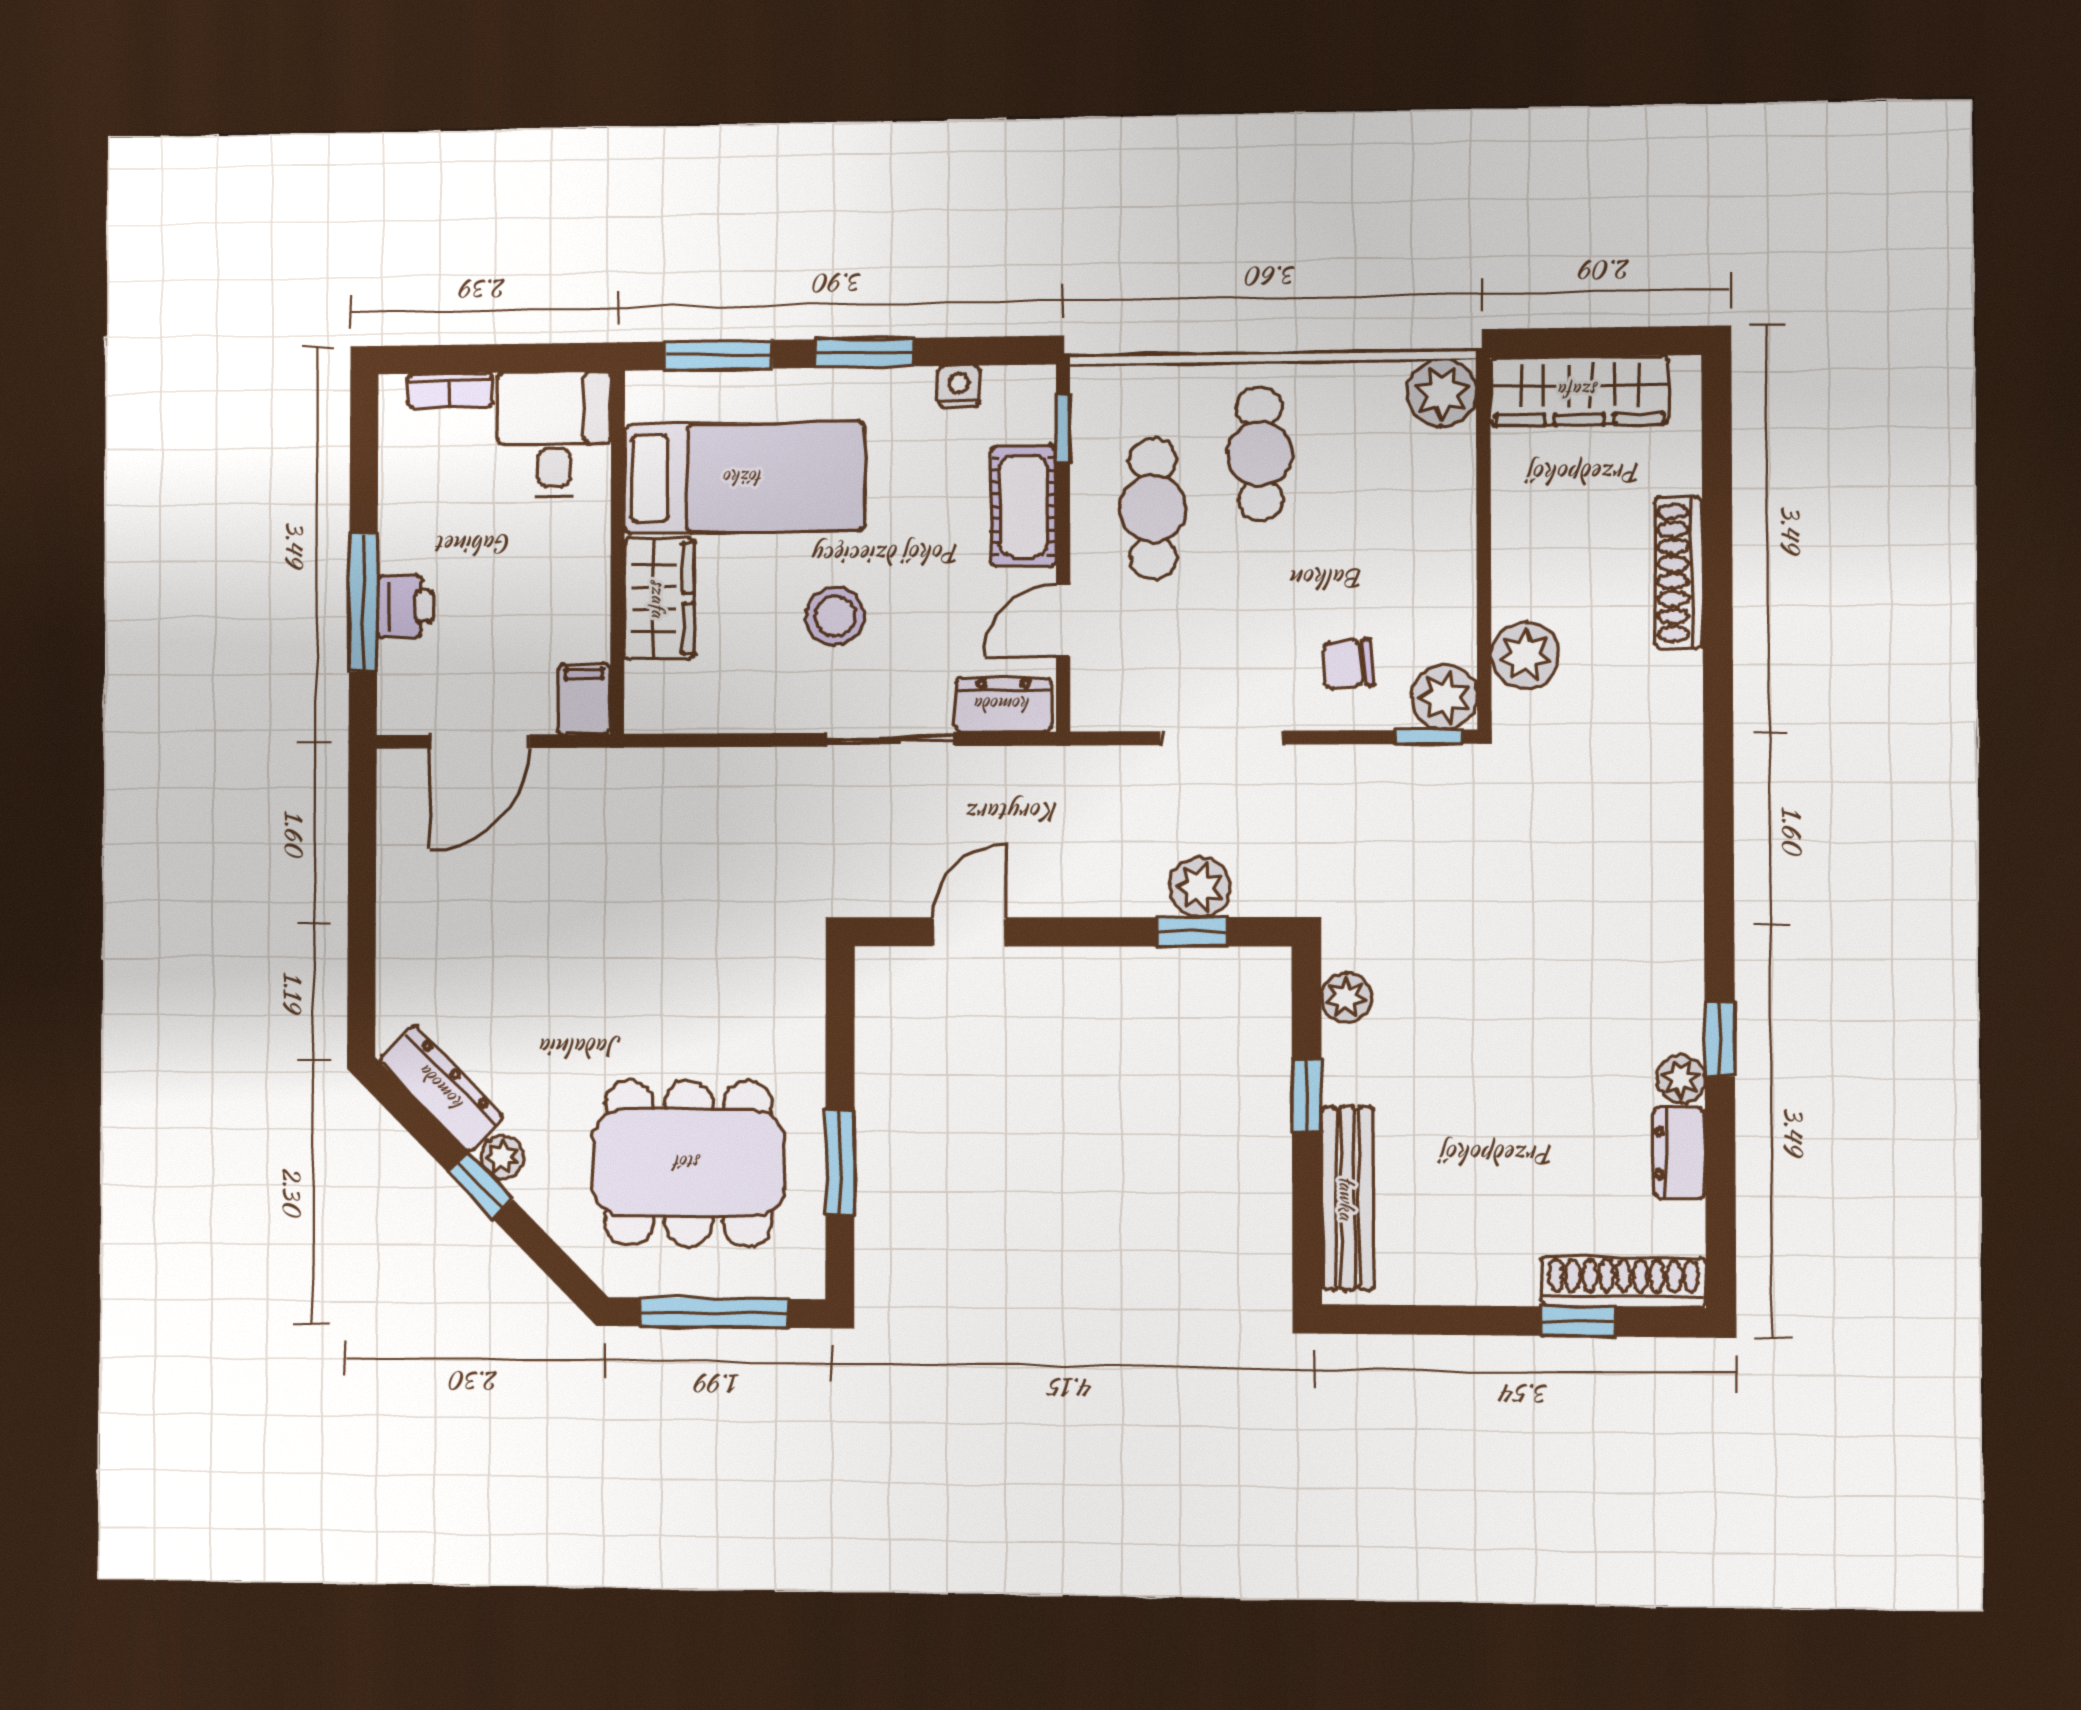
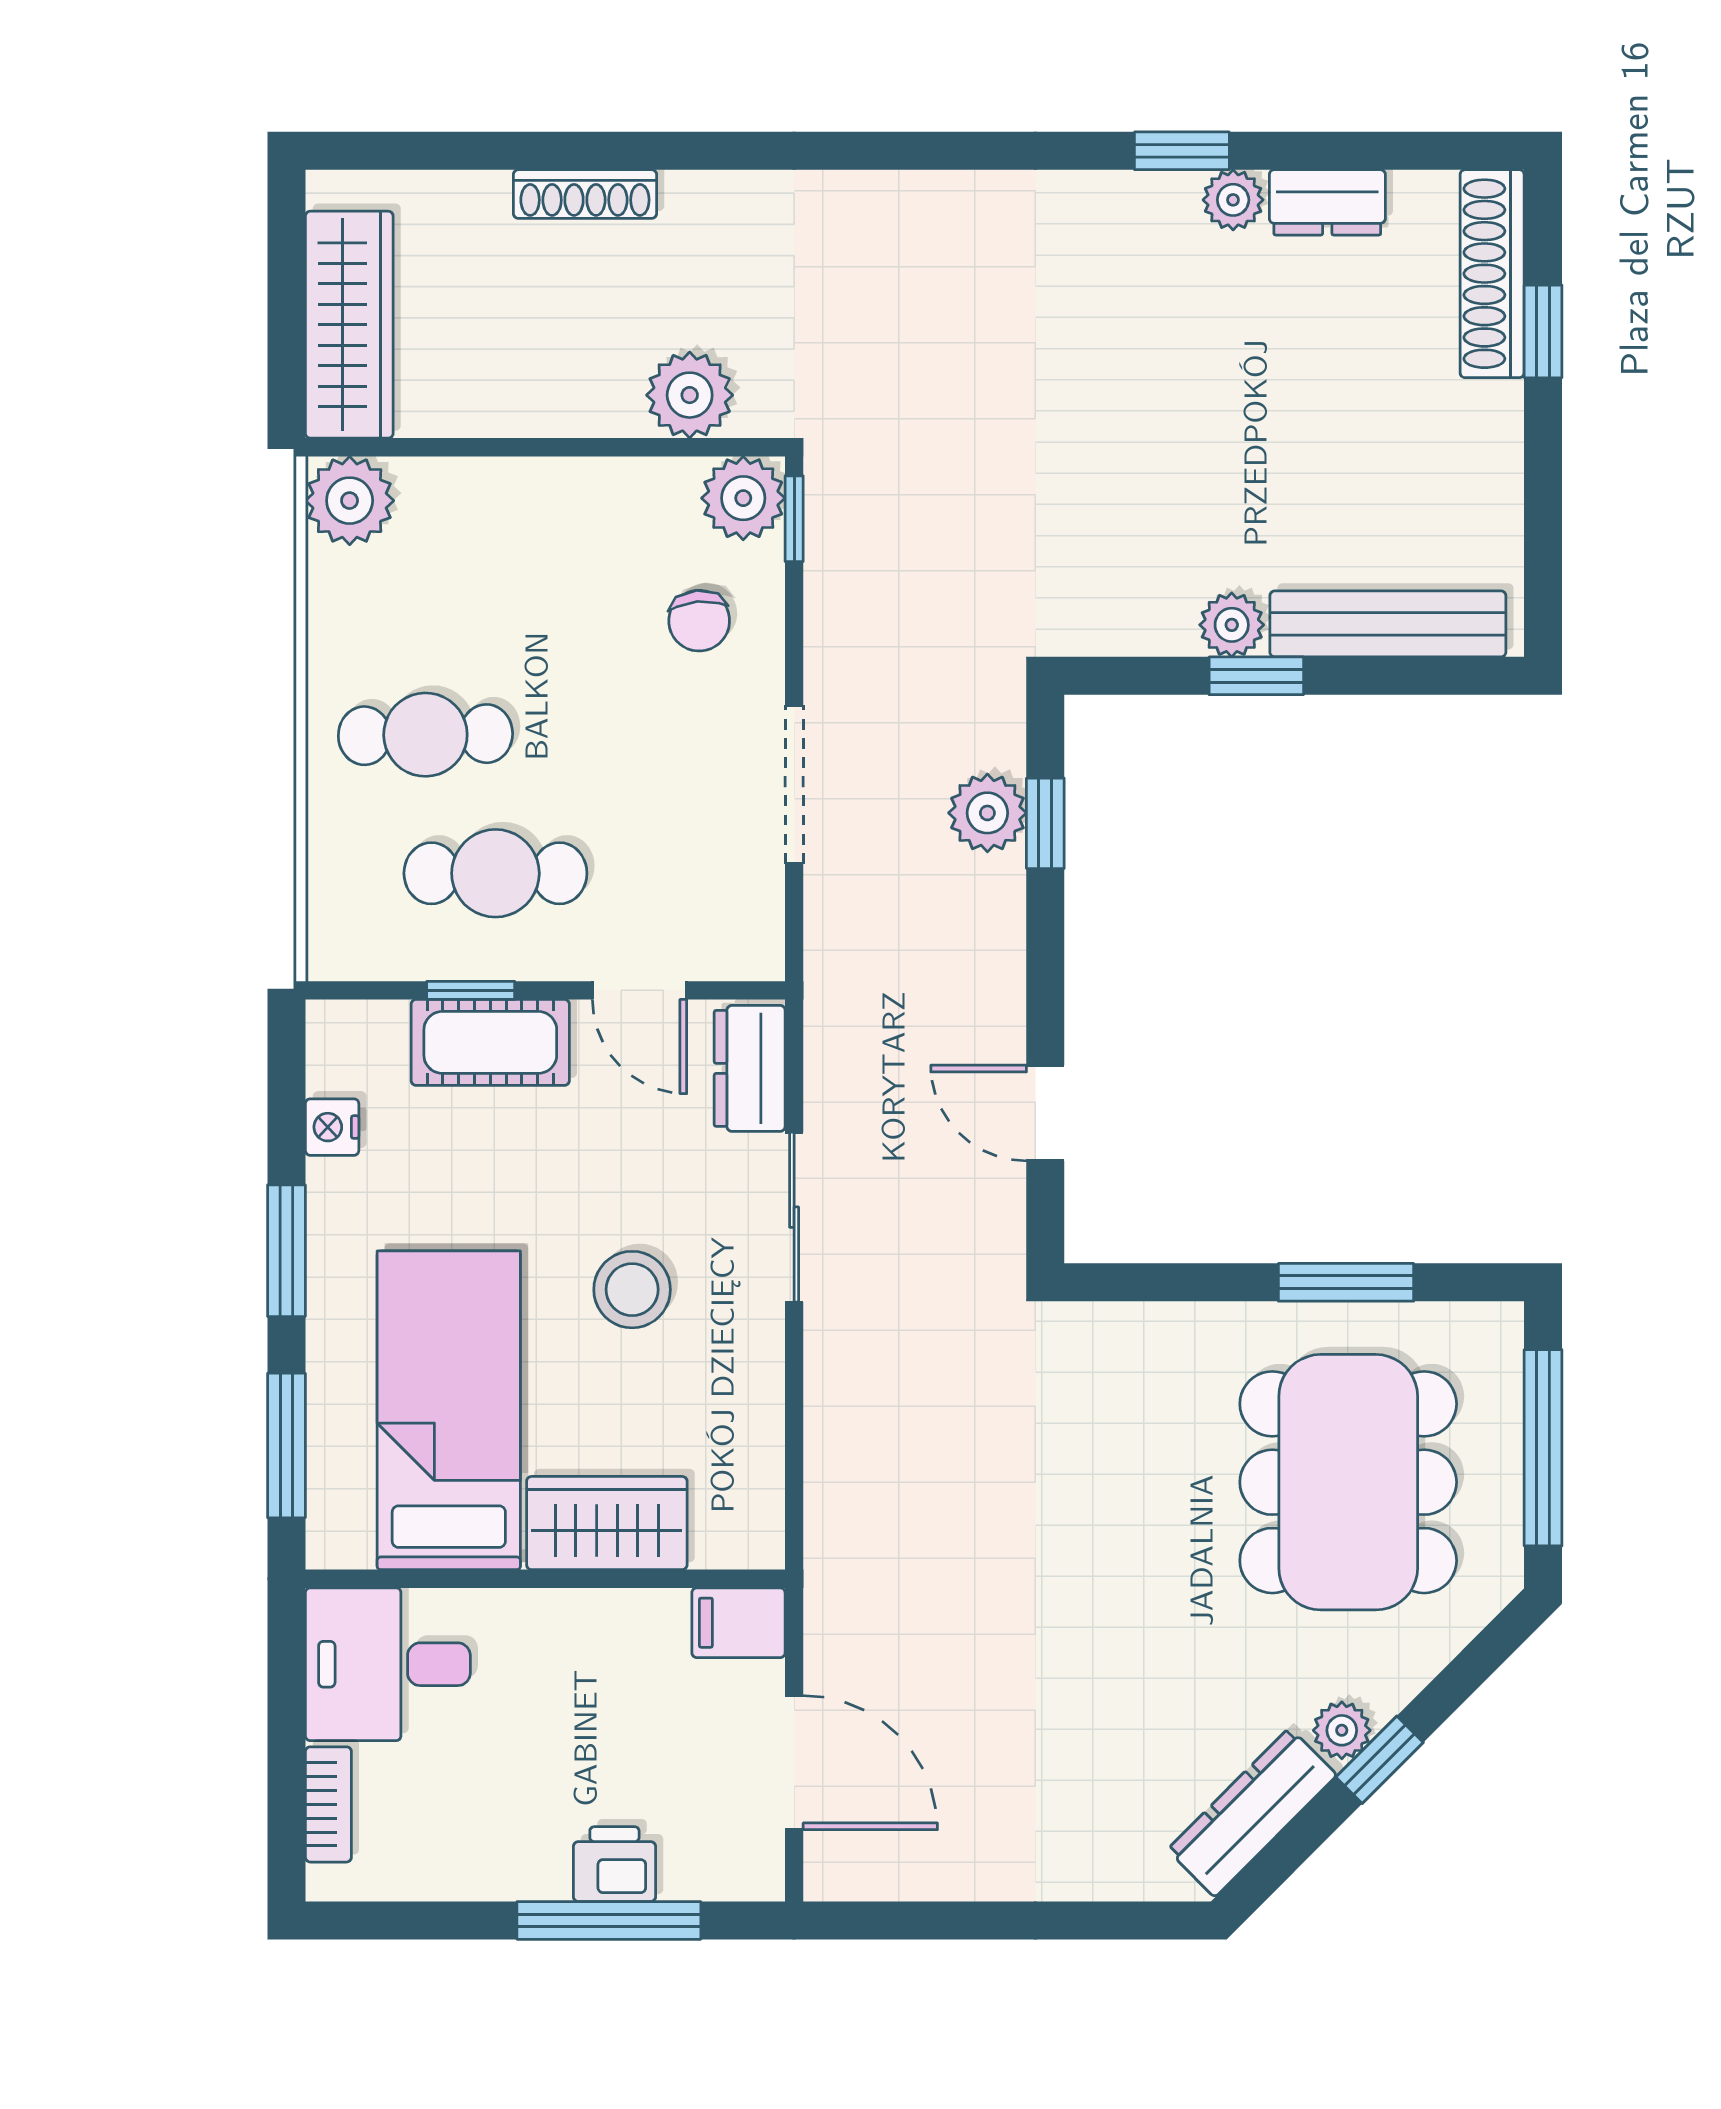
window: (1063, 428) -> (471, 990), moved
shoe rack: (1679, 573) -> (585, 194), width x0.74, depth x0.81
plant: (1346, 998) -> (1232, 625), moved

